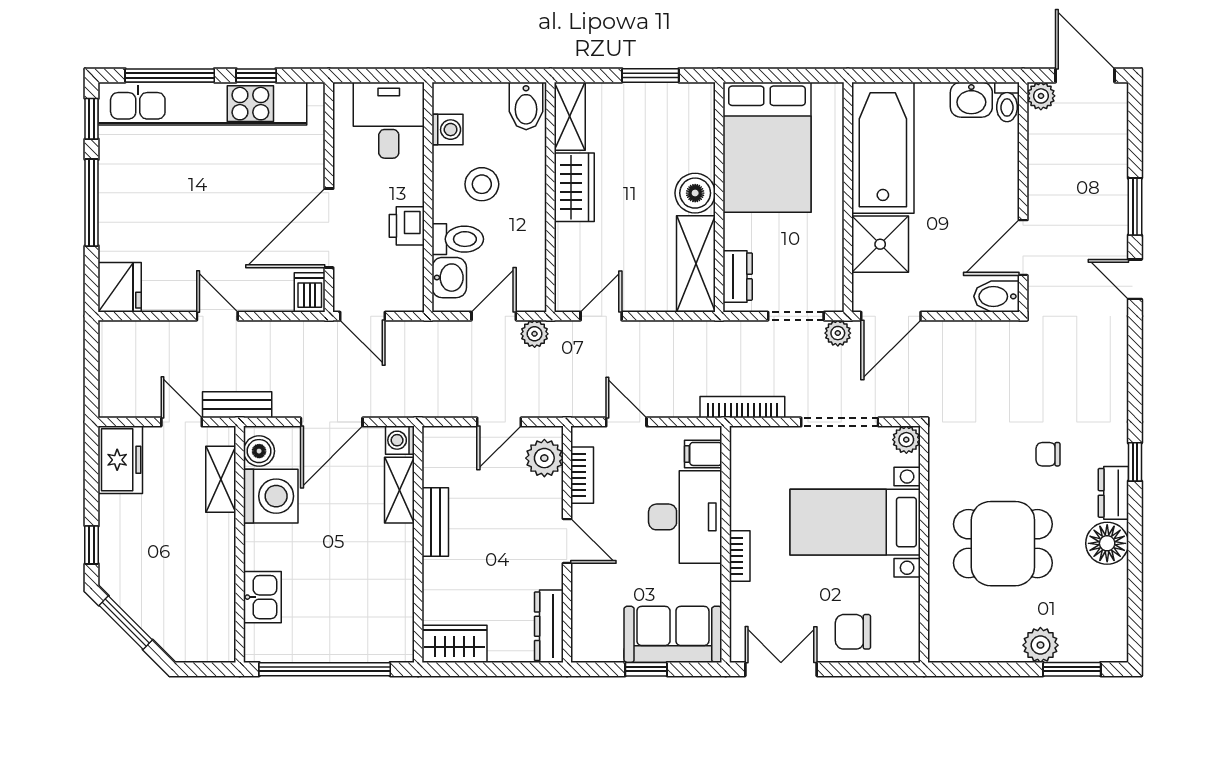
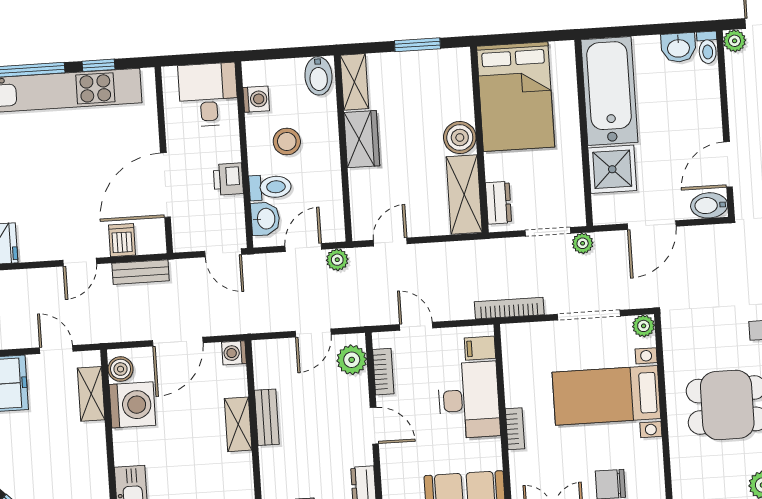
dishwasher: (310, 292) -> (122, 240), moved
door: (217, 316) -> (80, 262), swing flipped
door: (362, 316) -> (223, 253), moved
door: (891, 316) -> (652, 225), moved
bench: (237, 405) -> (141, 272), moved
shelving: (399, 490) -> (238, 424), moved

